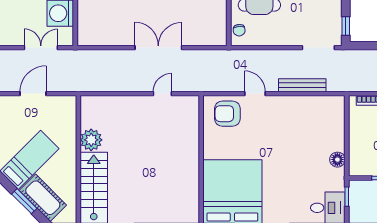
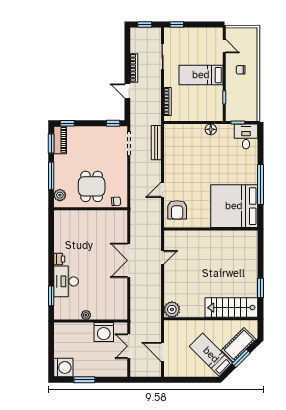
bench: (302, 85) -> (156, 143), moved
door: (162, 94) -> (162, 257), swing flipped
plant: (91, 140) -> (172, 309), moved

